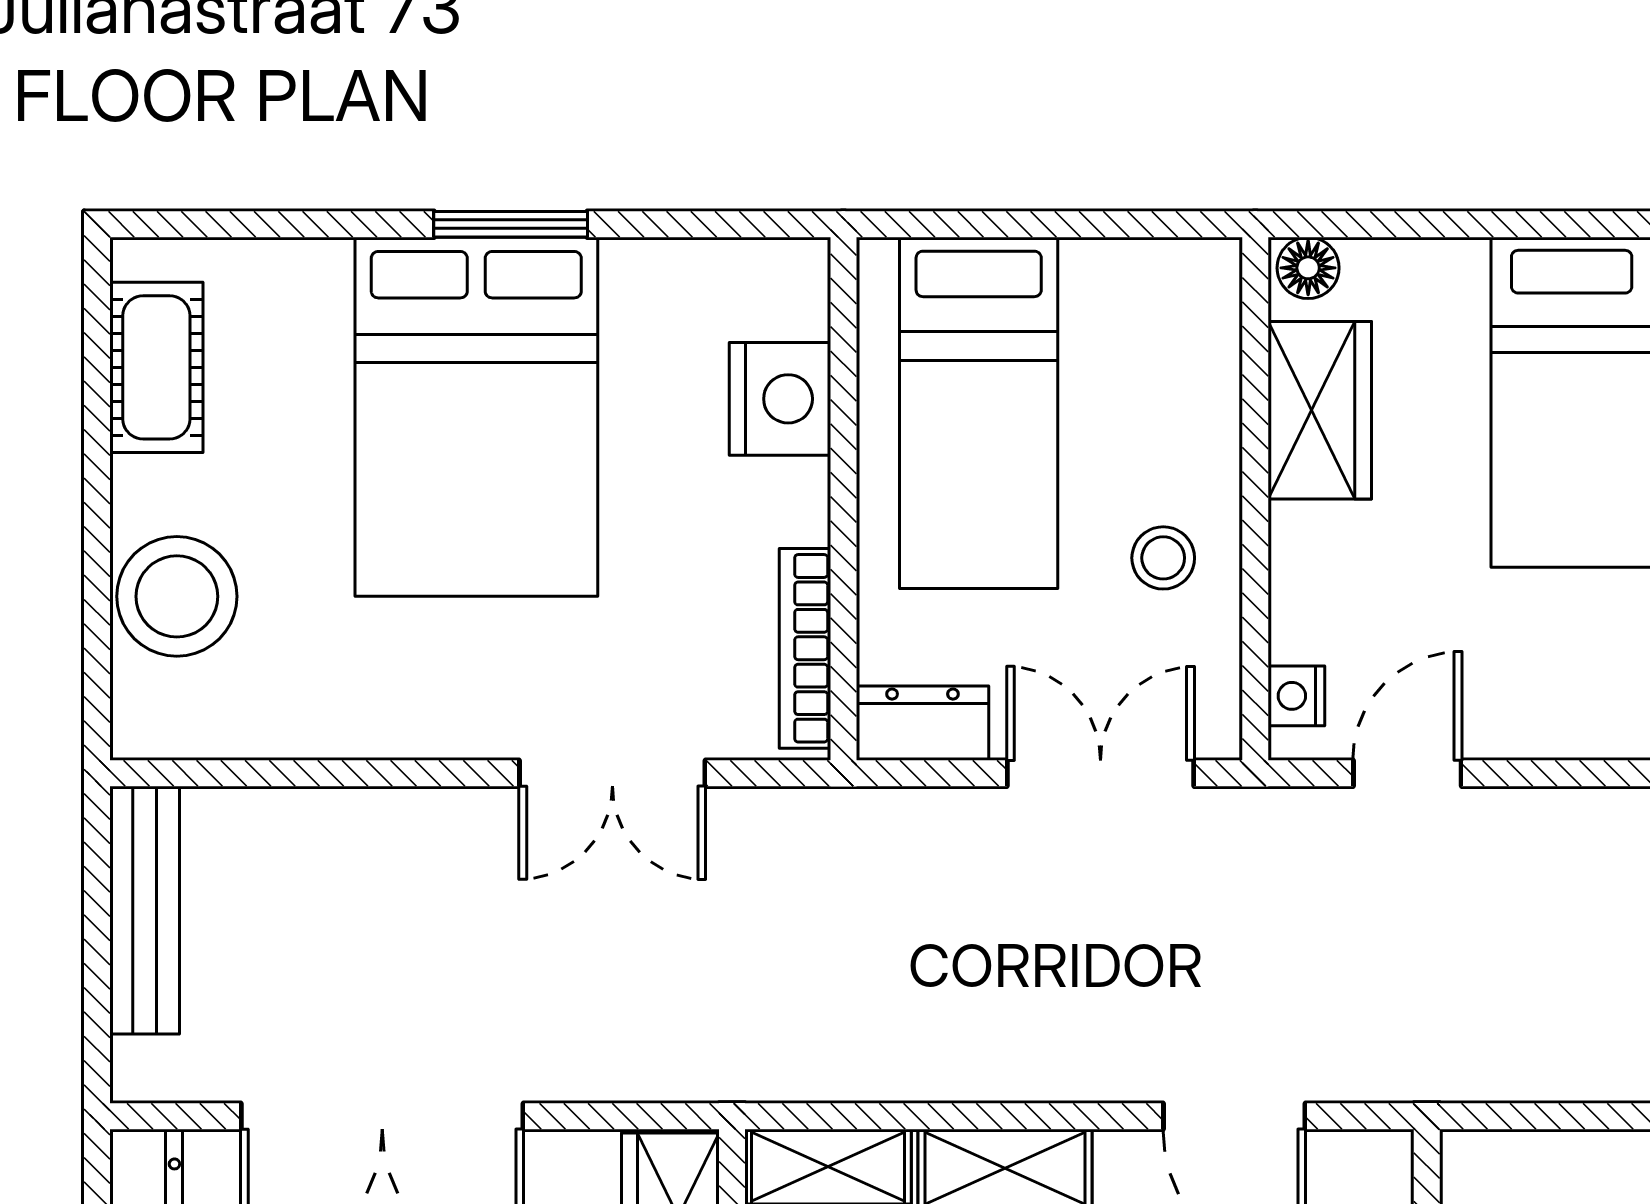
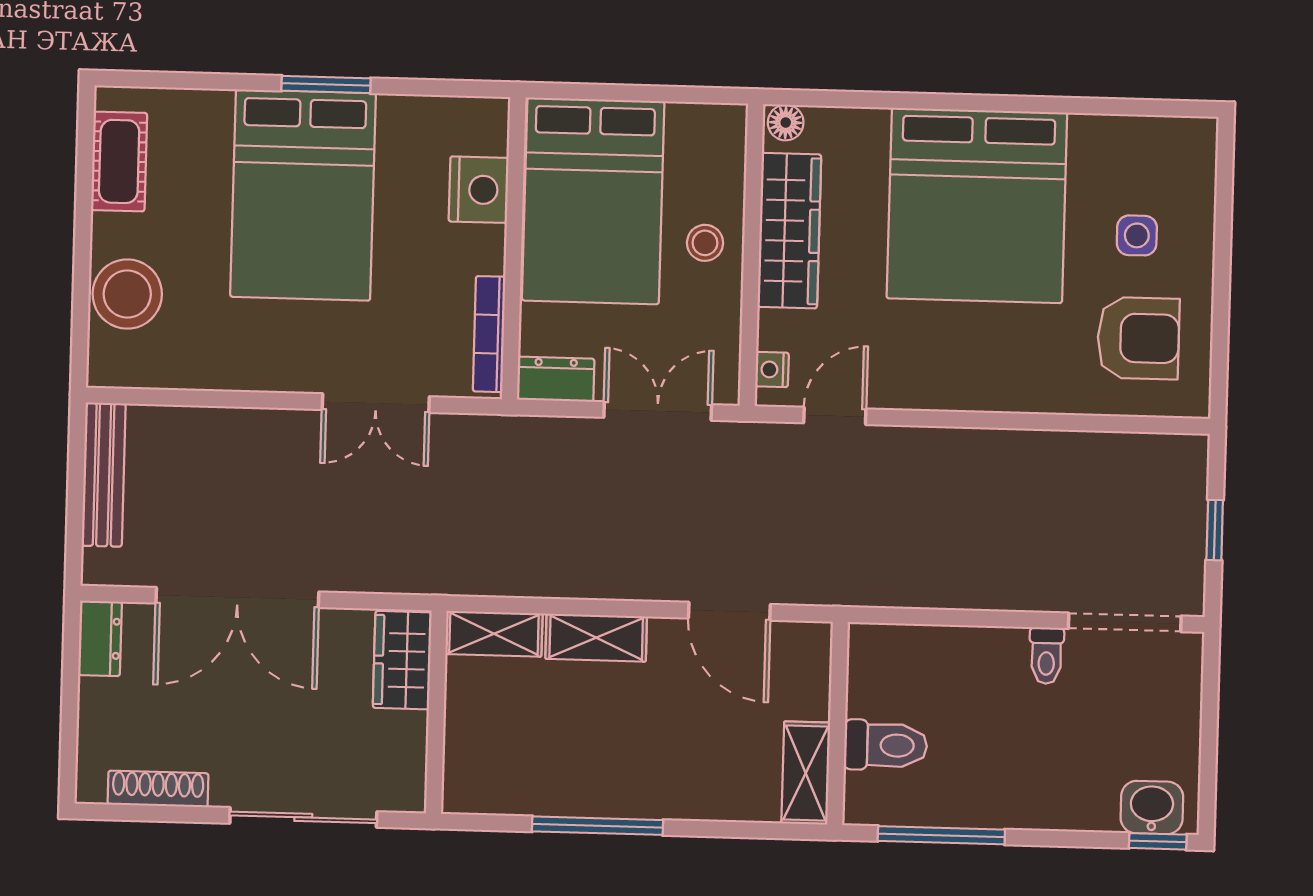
wardrobe: (1320, 410) -> (789, 231), width x1.50
bed: (979, 413) -> (593, 201), width x1.50
stool: (1163, 558) -> (705, 243), moved

